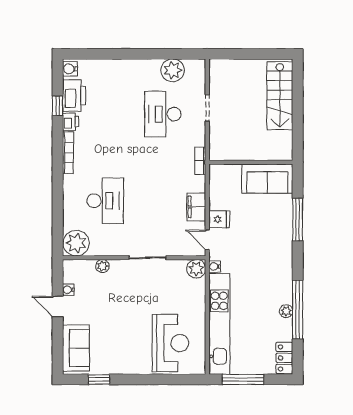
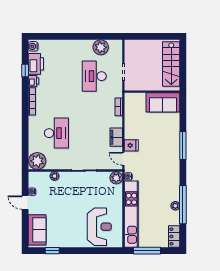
wall: (251, 162) -> (152, 92), moved
sofa: (267, 179) -> (163, 102), moved

